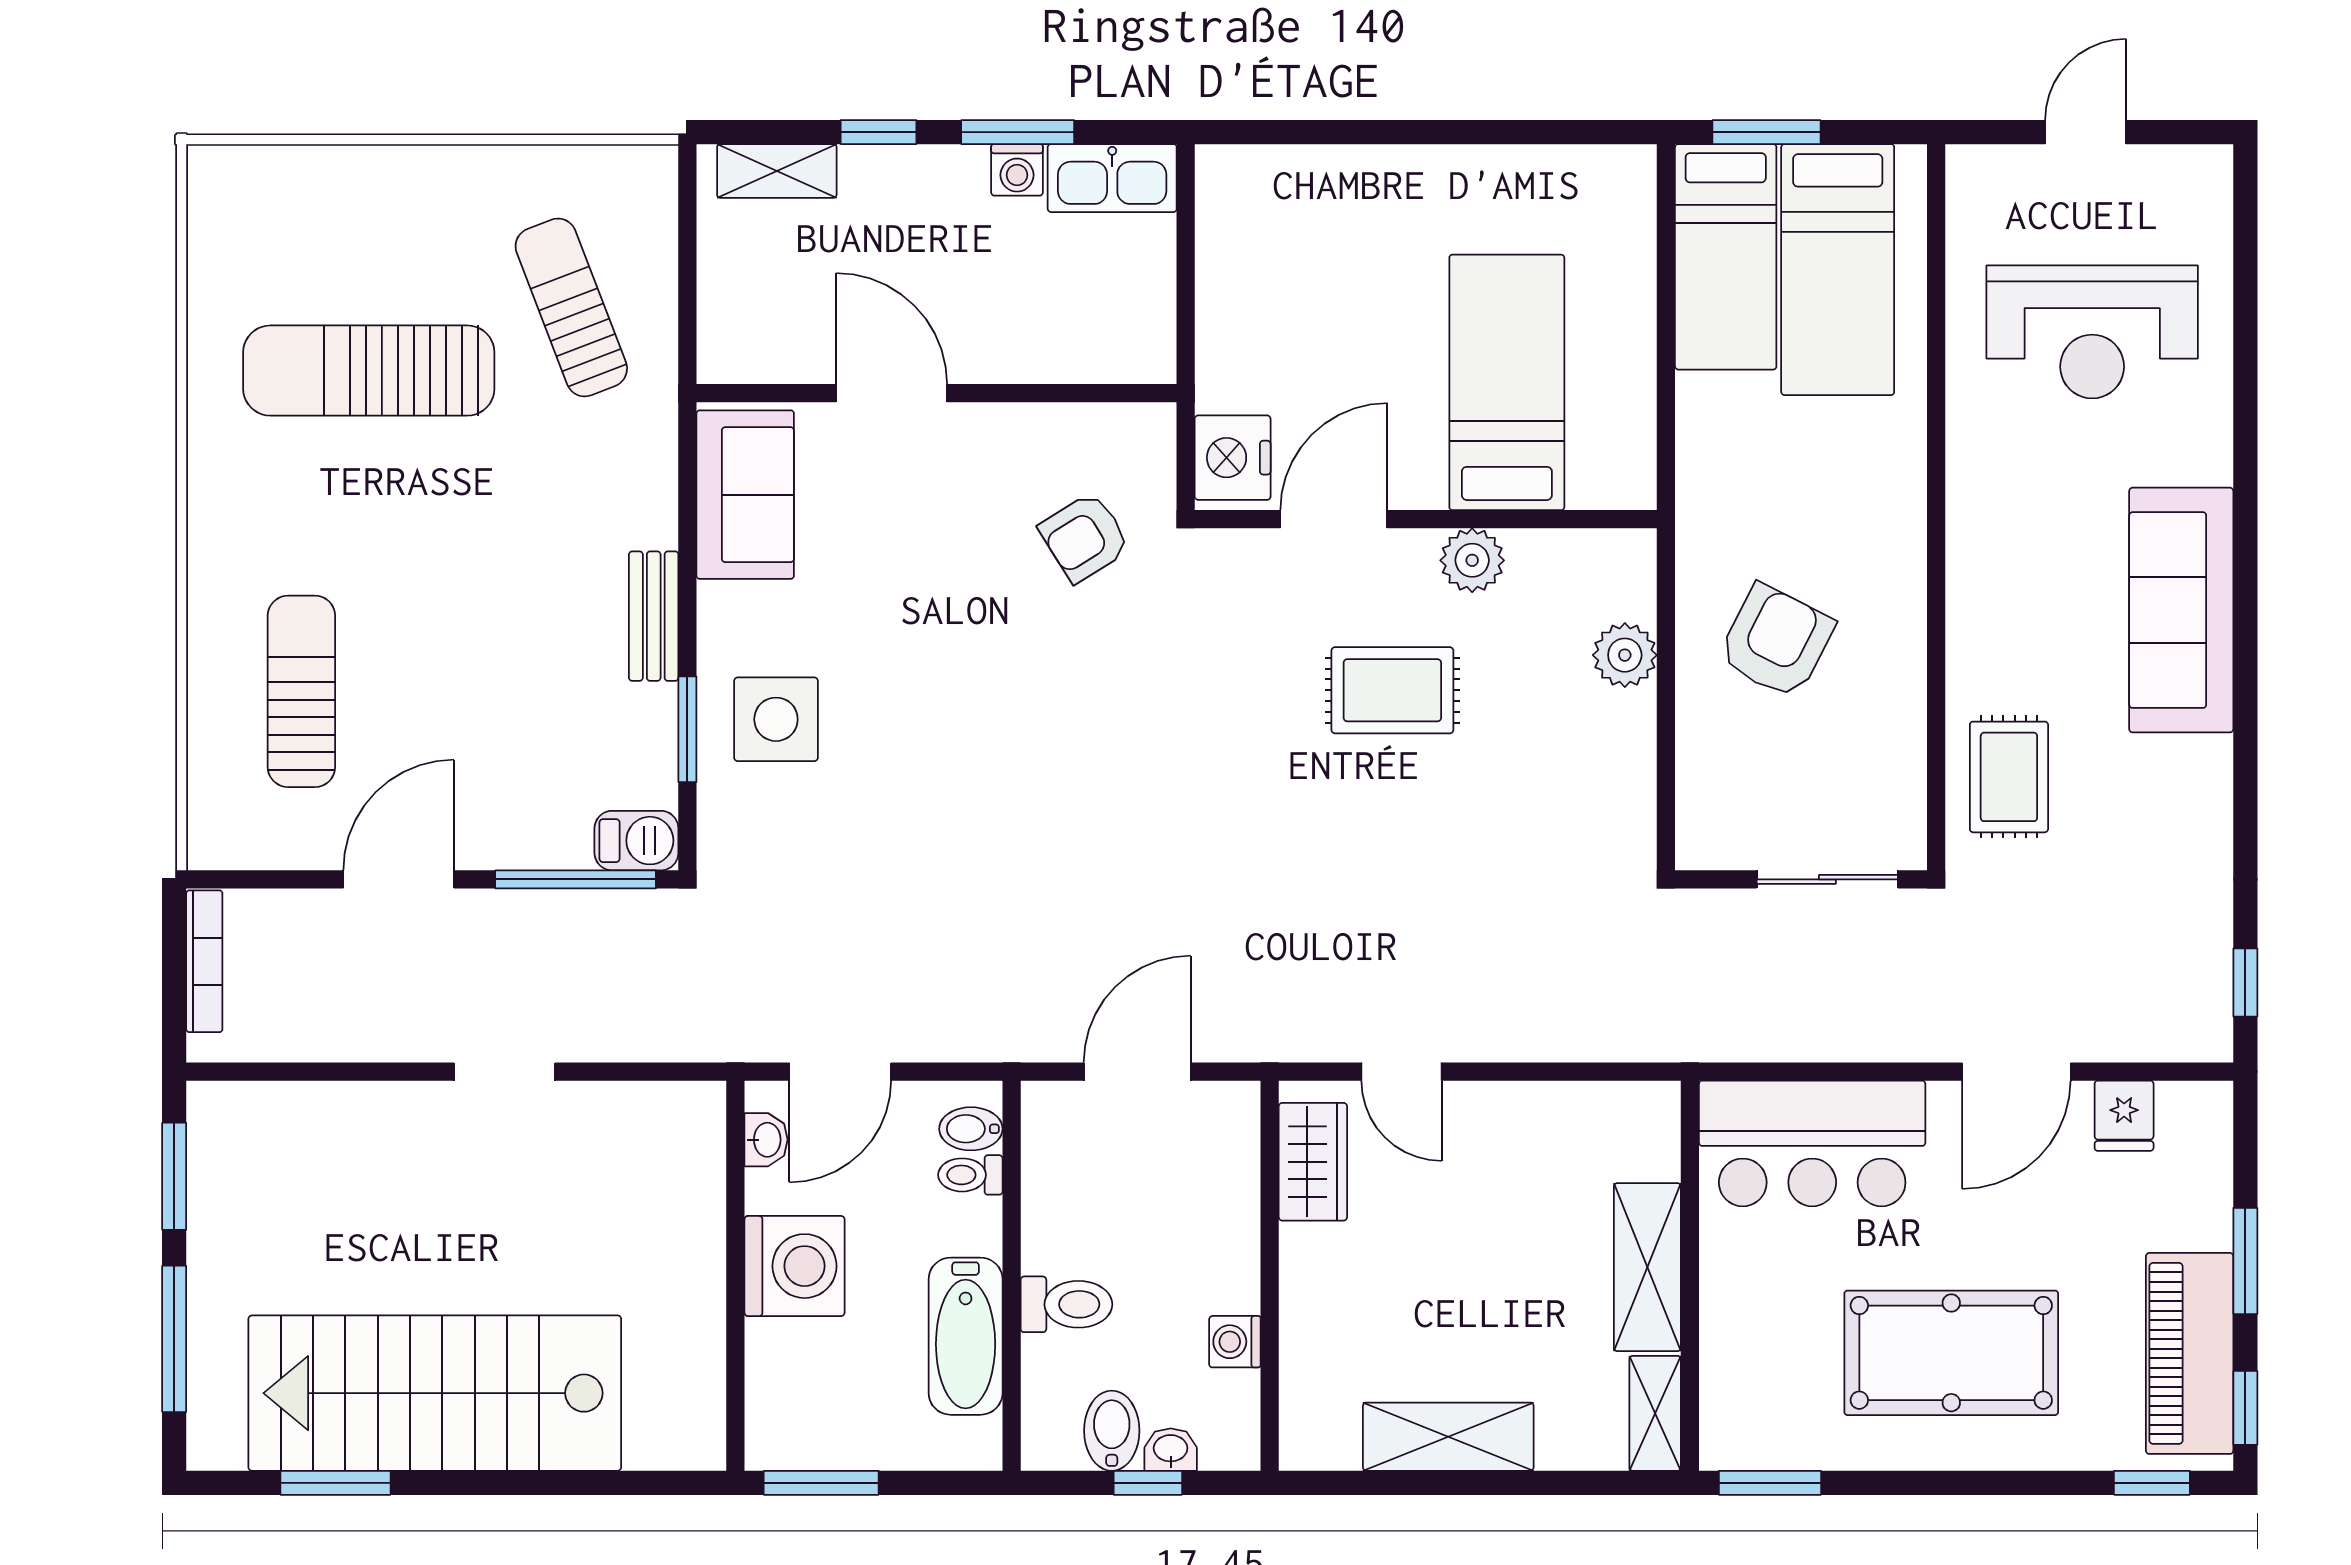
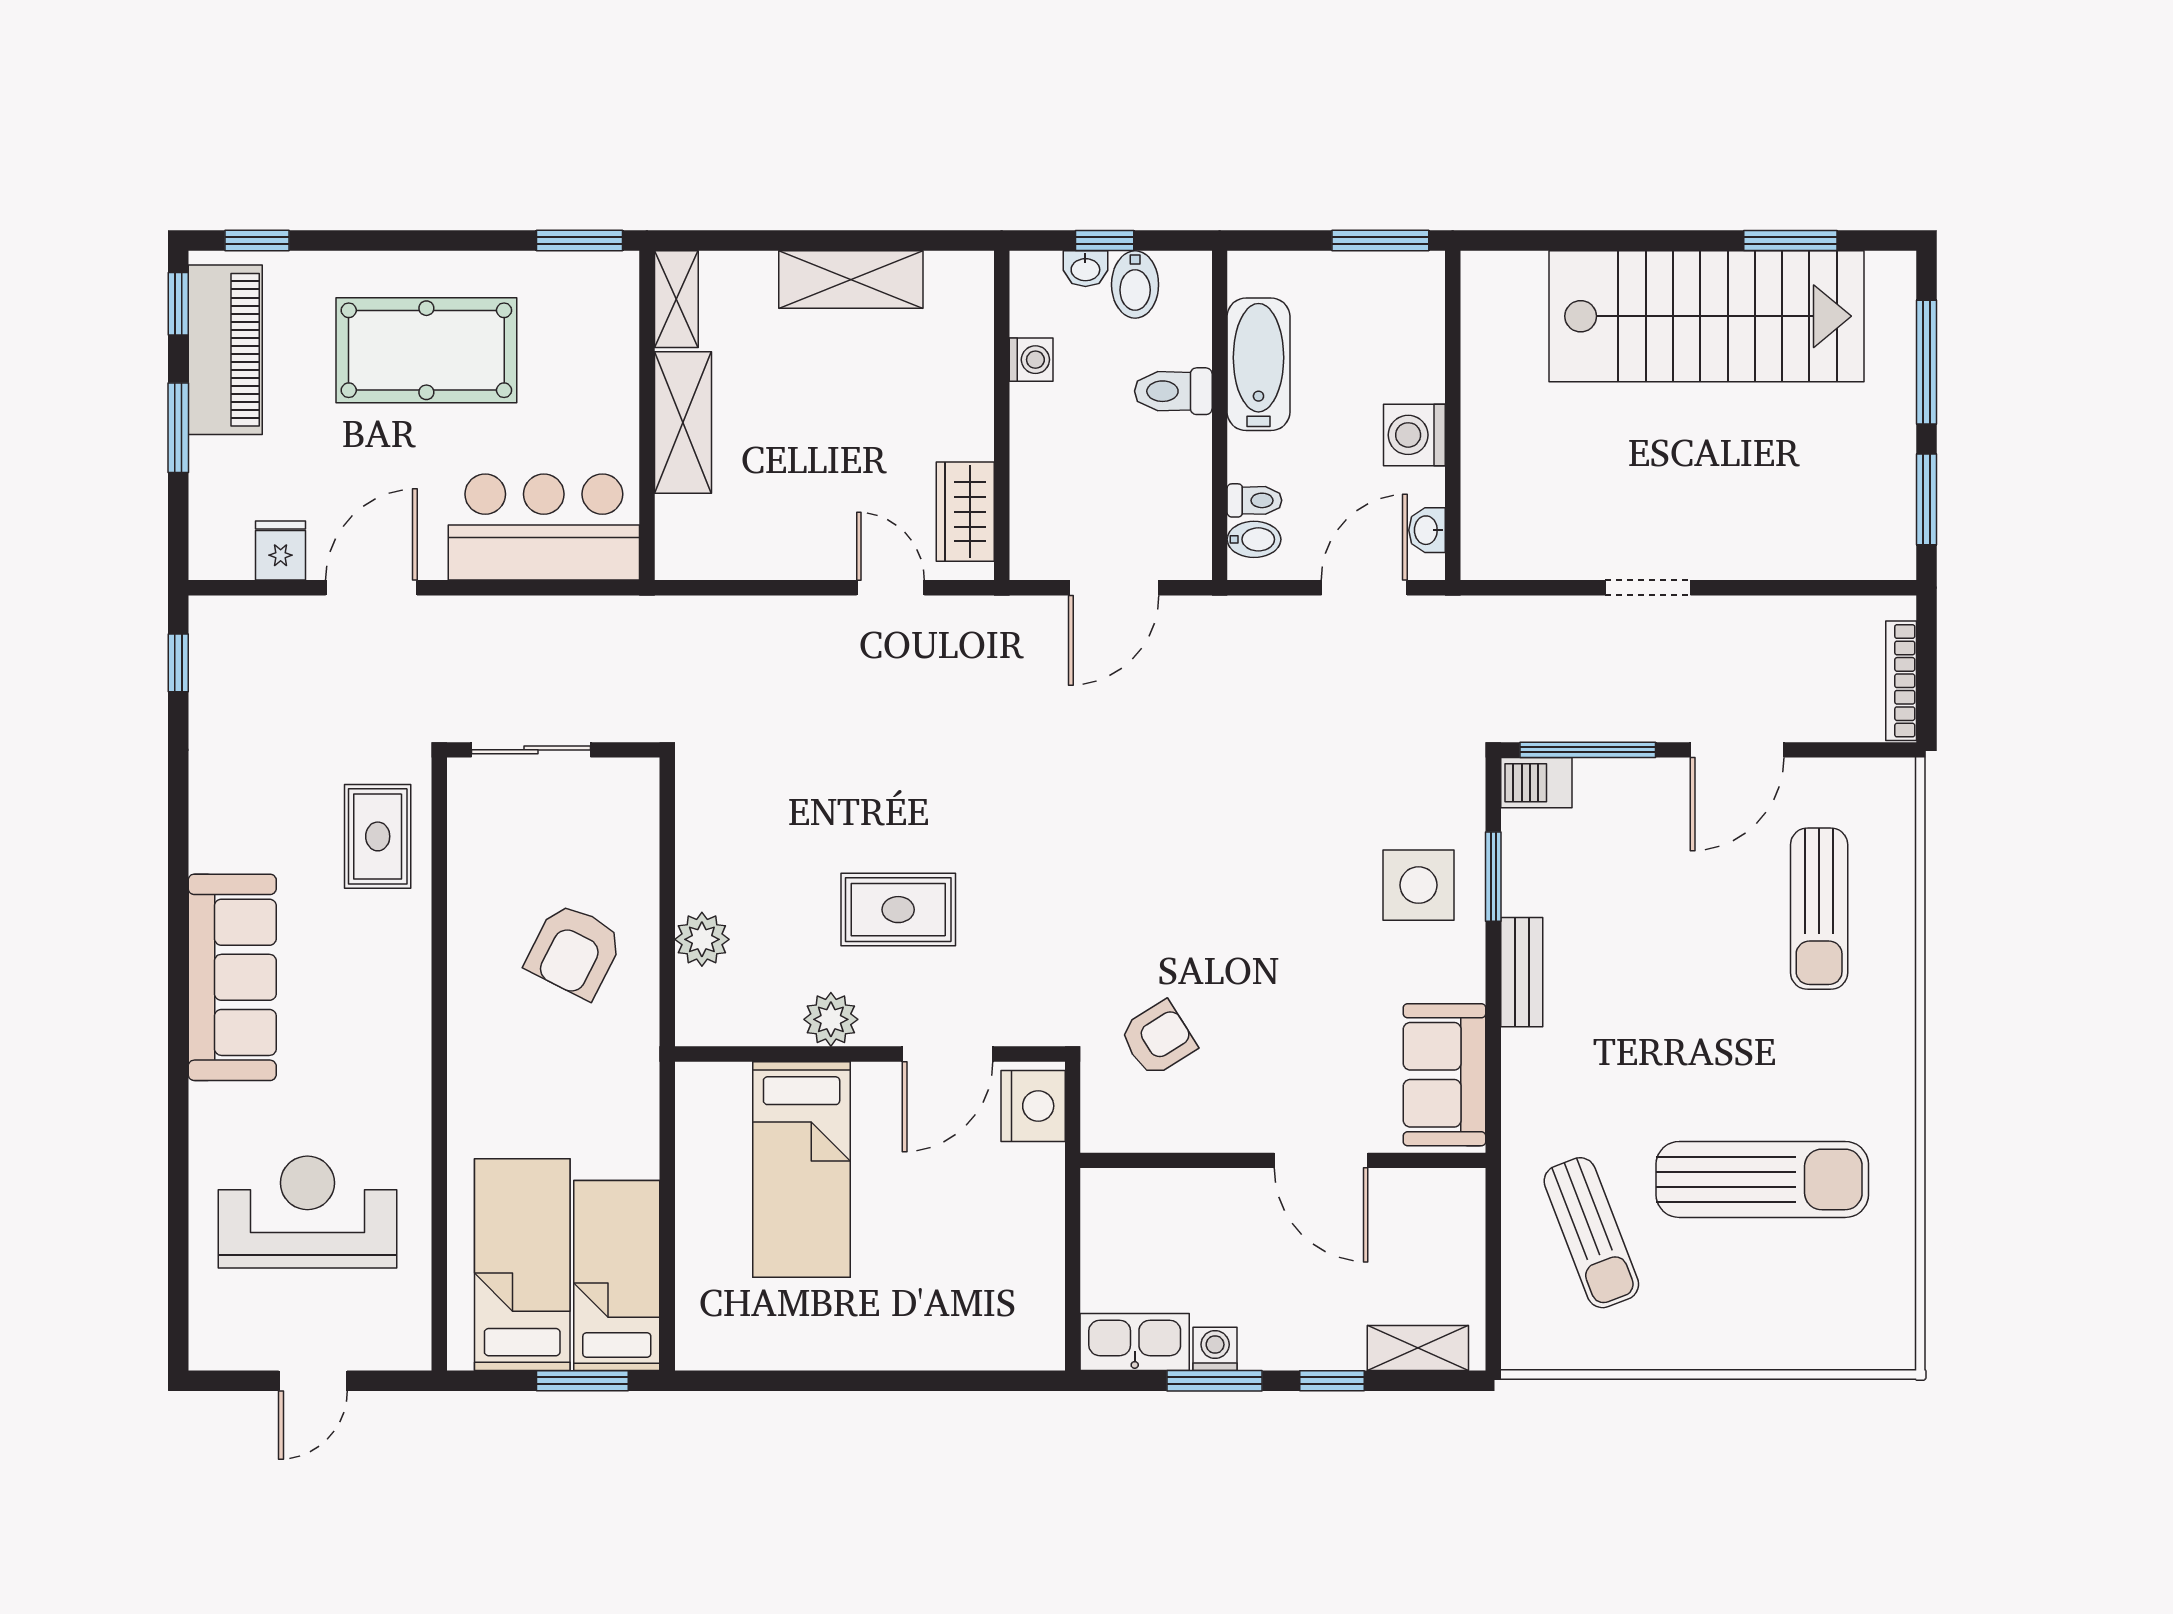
washing machine: (795, 1266) -> (1414, 435), width x0.73, depth x0.73

